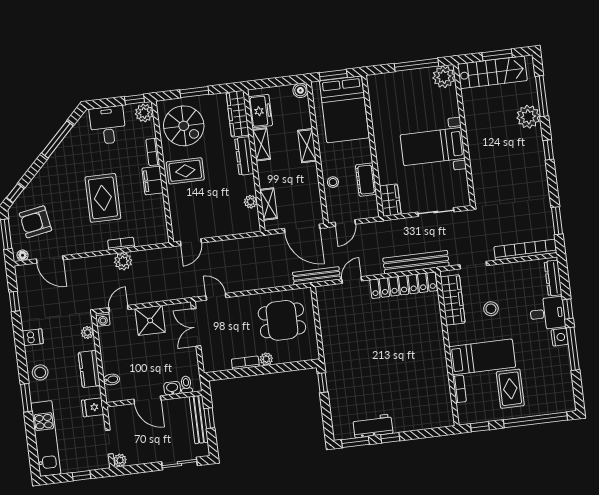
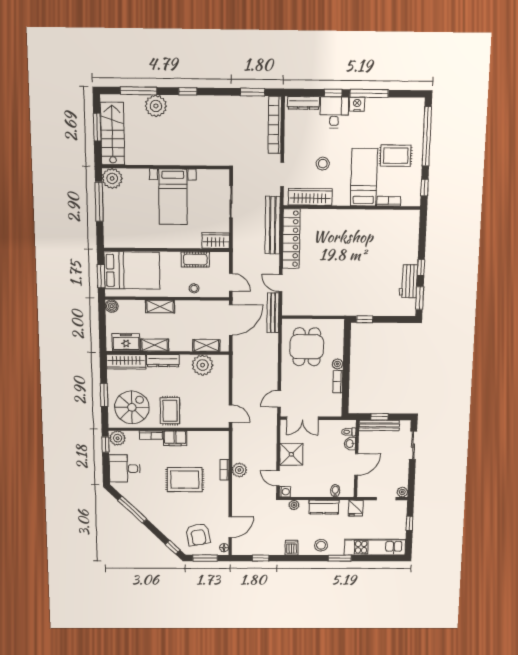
plant: (251, 202) -> (203, 365), width x1.88, depth x1.88

